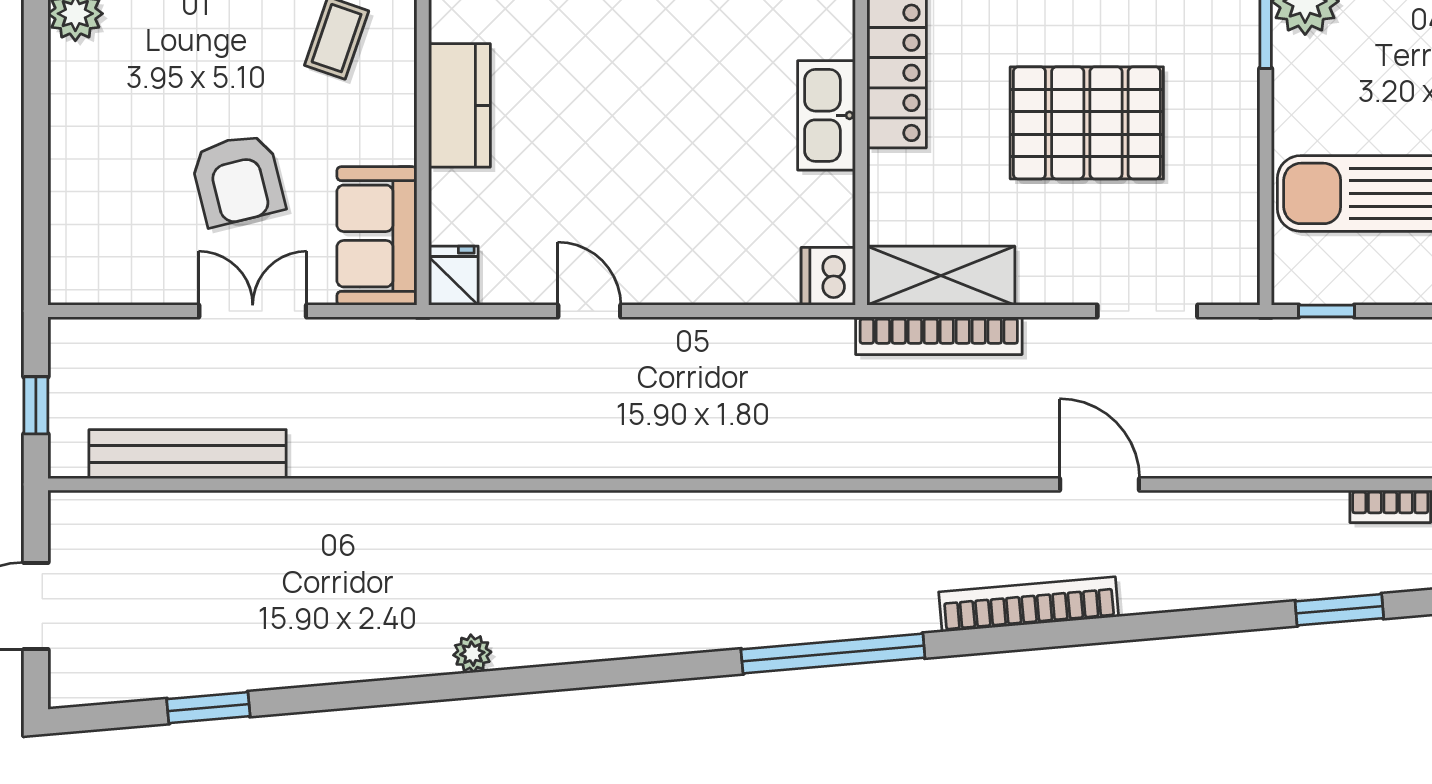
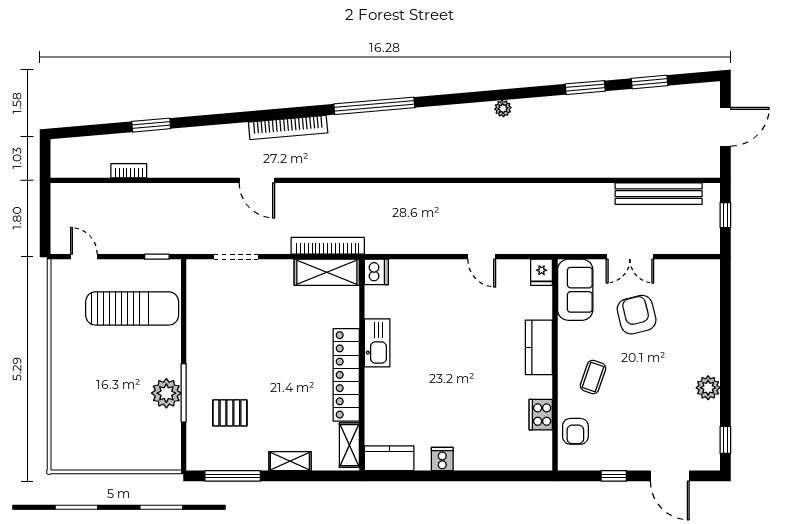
pallet: (1087, 123) -> (262, 340), removed
plant: (472, 654) -> (503, 108), moved
window: (354, 695) -> (585, 88), added

